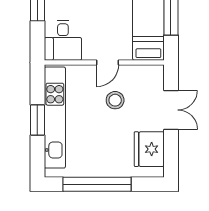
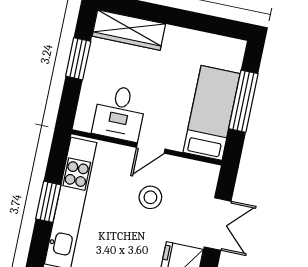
desk: (63, 40) -> (119, 113), moved

